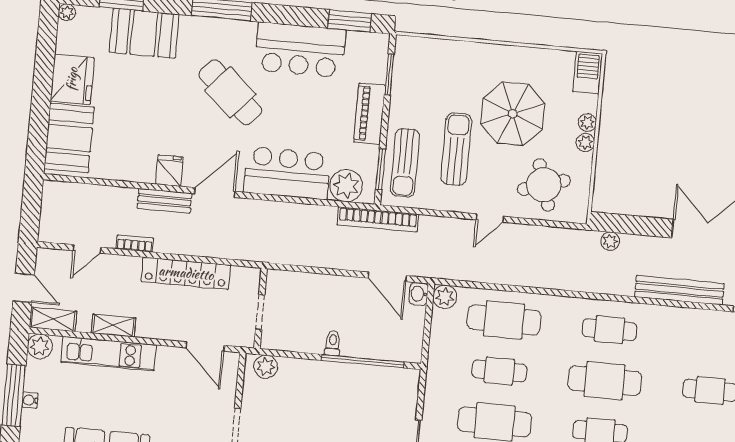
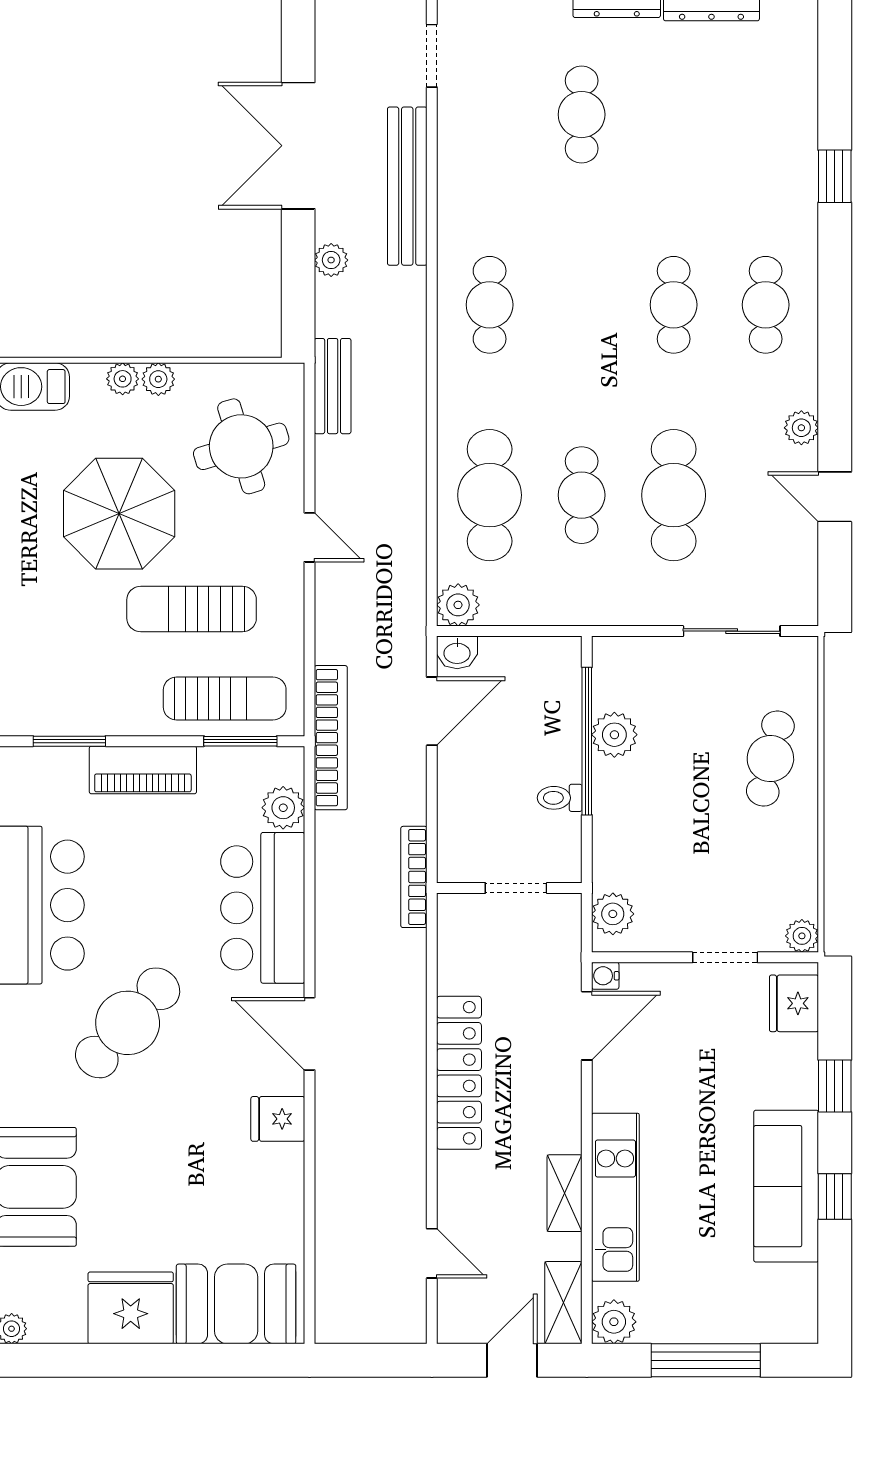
plant: (346, 186) -> (283, 808), width x0.73, depth x0.73
bench: (164, 201) -> (333, 386), moved
plant: (610, 241) -> (331, 260), moved
bookcase: (135, 243) -> (414, 877), moved, width x1.56
wall: (261, 308) -> (509, 888), moved
doorway: (260, 312) -> (516, 888), moved
plant: (365, 377) -> (614, 735), added
cafe table: (605, 381) -> (582, 305), removed
water cooler: (30, 400) -> (605, 976), moved, turned 90

